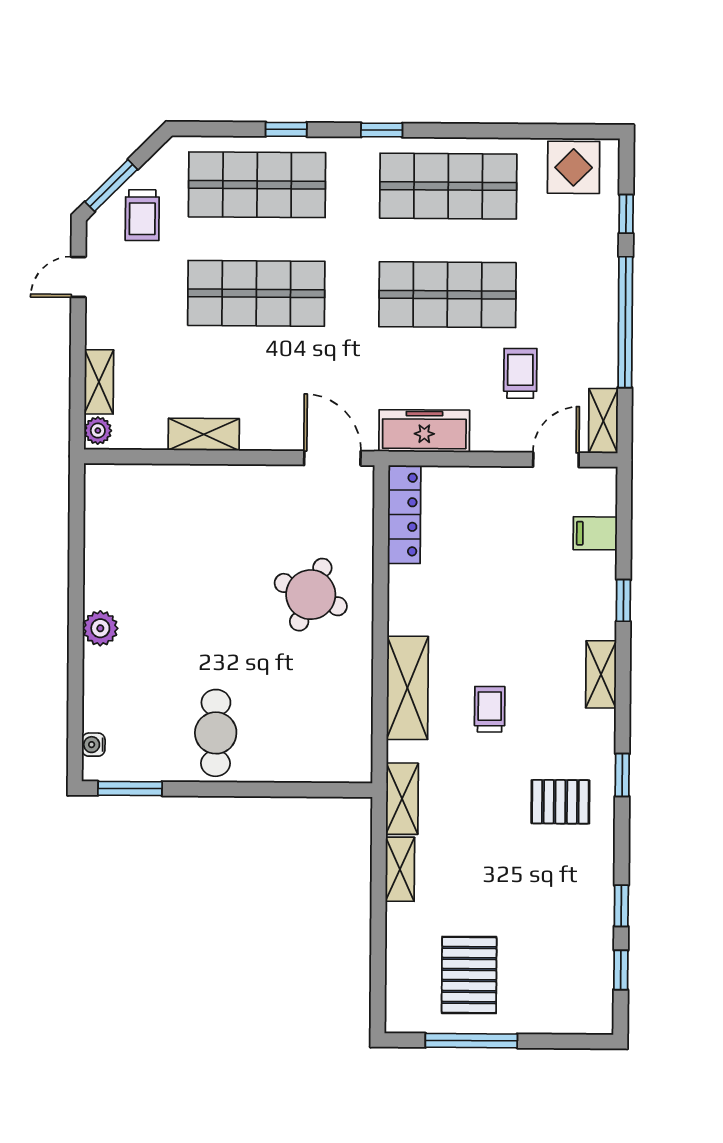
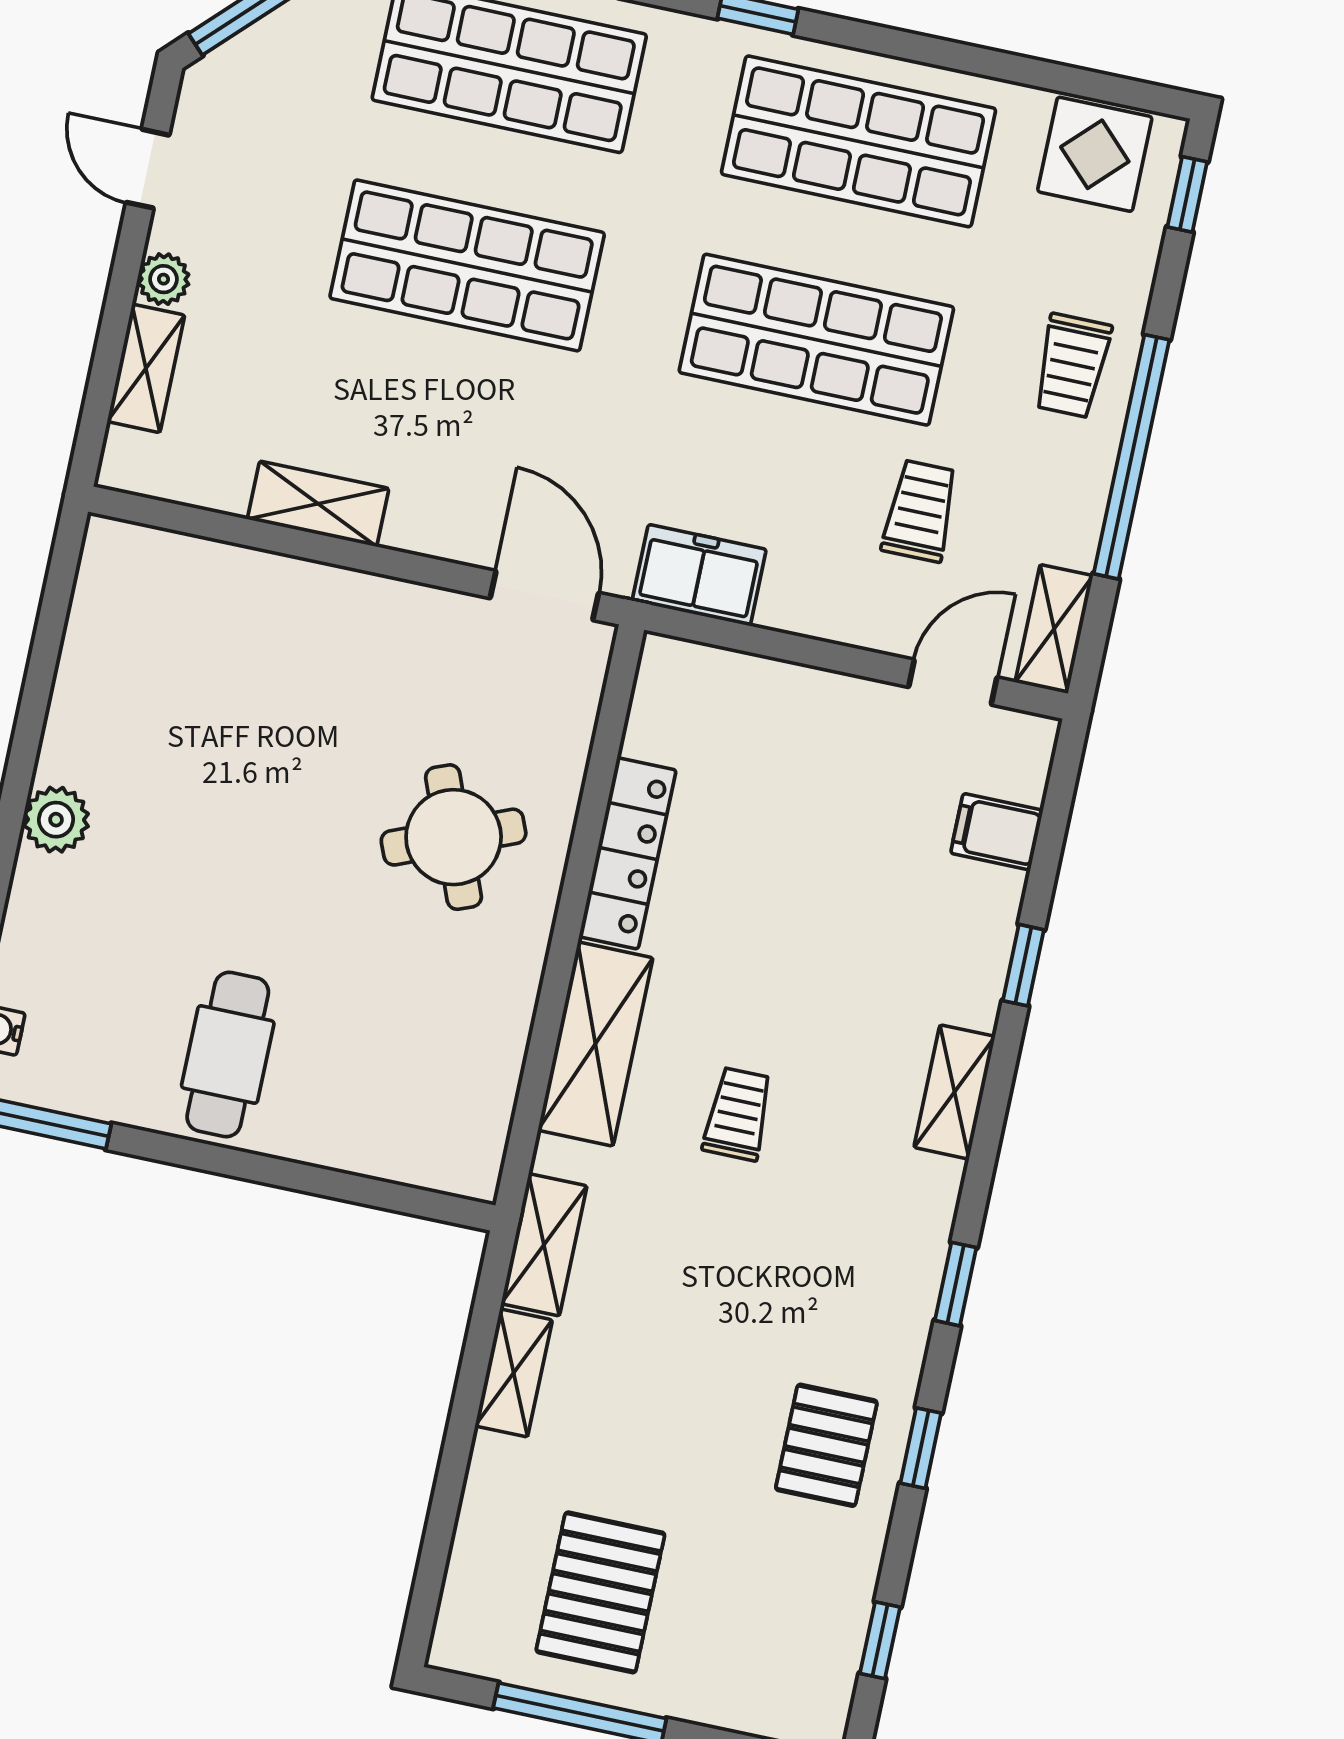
window: (626, 214) -> (1187, 194), moved
trolley: (142, 215) -> (1072, 366), moved
door: (78, 277) -> (148, 169), hinge flipped
plant: (98, 431) -> (164, 279), moved
freezer: (424, 431) -> (699, 575), width x0.71
locker: (404, 514) -> (628, 853), moved
round table: (311, 595) -> (454, 837), turned 45
pallet: (560, 802) -> (826, 1445), moved, turned 90
window: (621, 906) -> (921, 1448), moved

